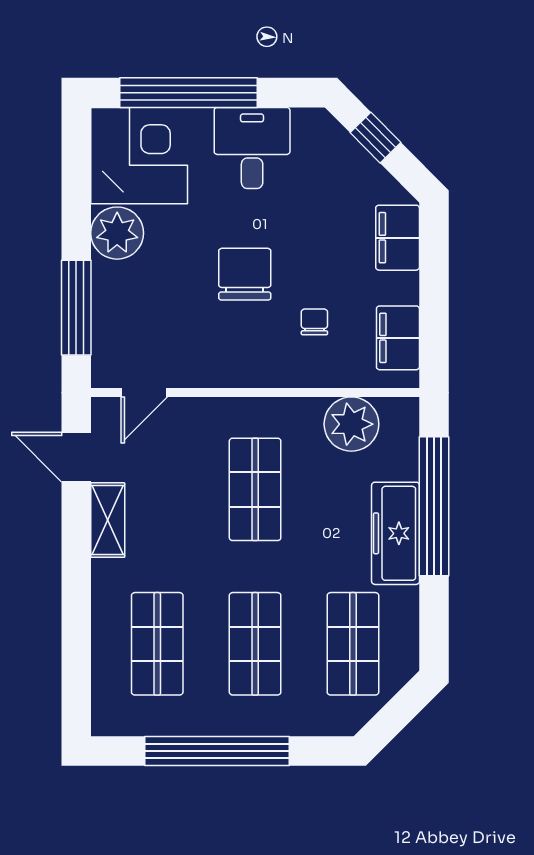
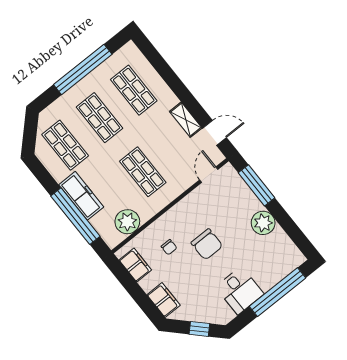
corner desk: (139, 156) -> (277, 256), removed

